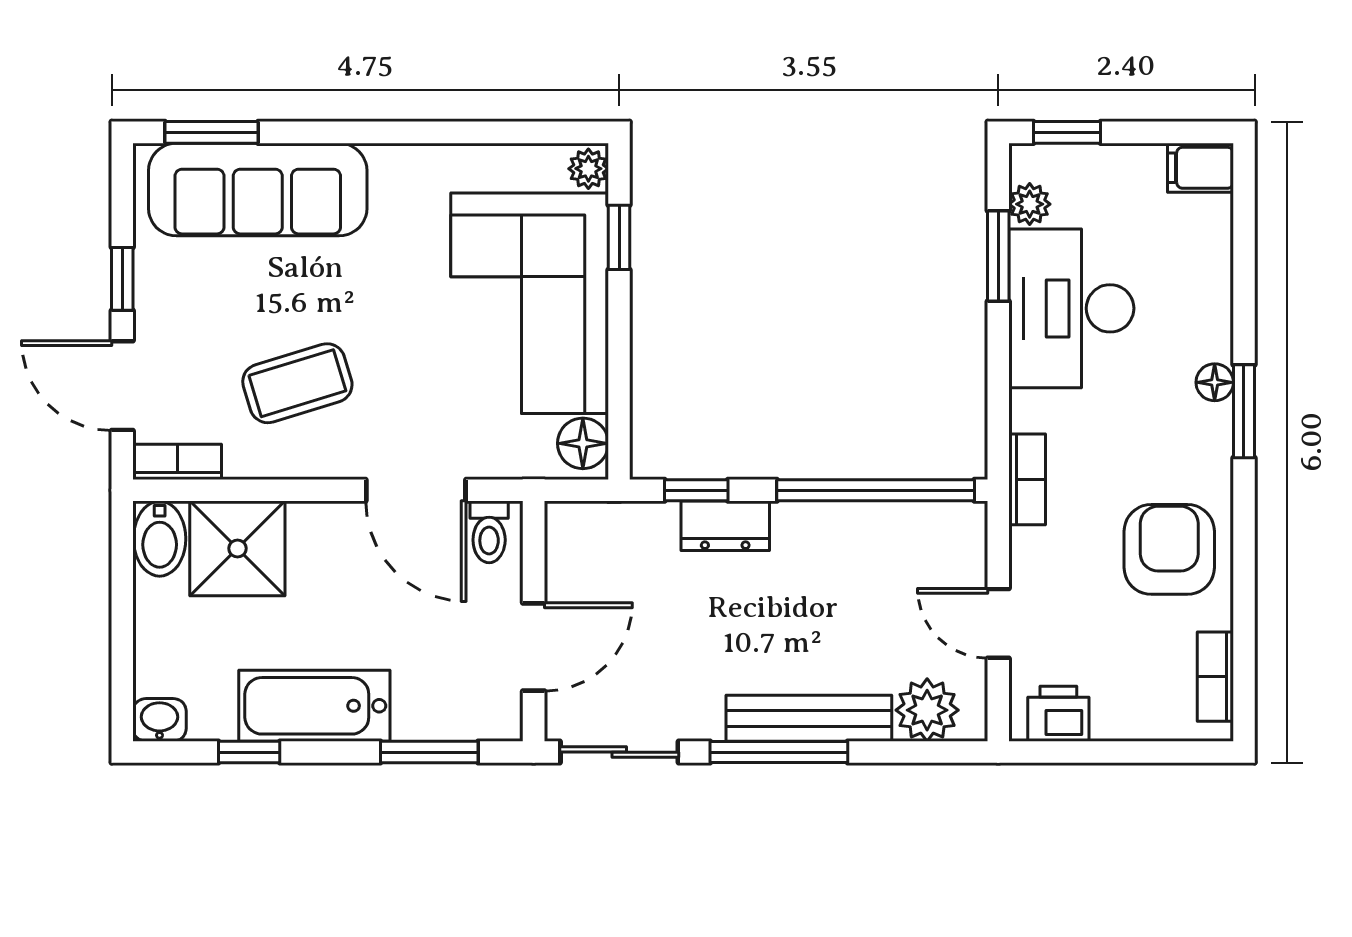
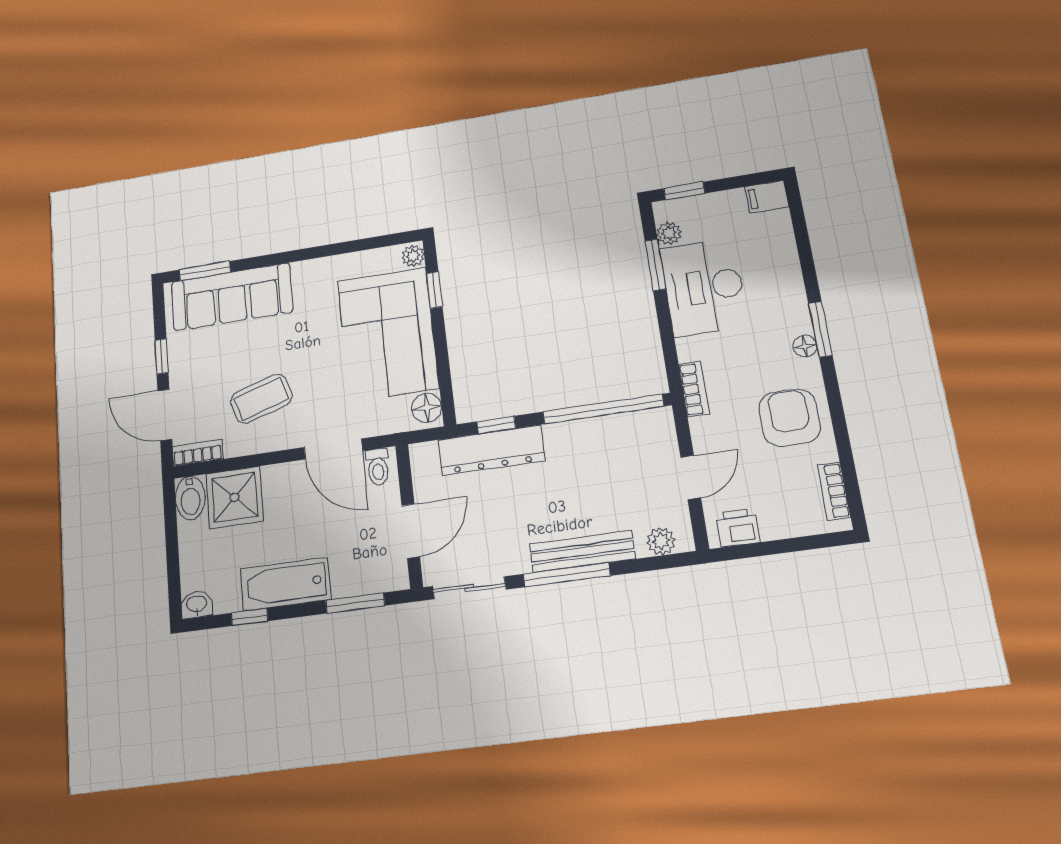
floor lamp: (1215, 382) -> (805, 346), moved
dresser: (725, 526) -> (491, 450), width x1.96, depth x1.24
door: (998, 623) -> (691, 477), swing flipped
plant: (927, 710) -> (661, 541), width x0.73, depth x0.73

